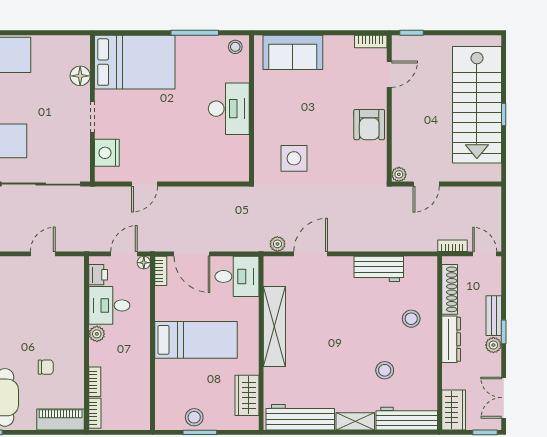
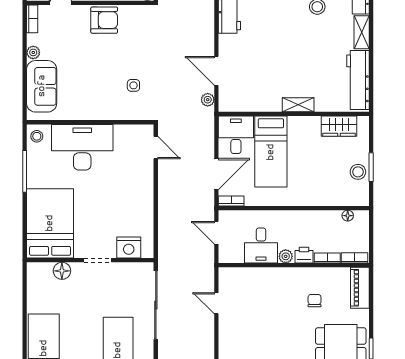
plant: (332, 43) -> (33, 52), added
desk: (229, 109) -> (82, 147), width x1.36, depth x1.30
side table: (294, 158) -> (133, 85), width x0.54, depth x0.54
door: (145, 184) -> (156, 148), moved
floor lamp: (144, 263) -> (348, 216), moved
printer: (98, 275) -> (304, 255), moved
shelving: (274, 326) -> (298, 105), width x0.45, depth x0.75
bed: (196, 340) -> (271, 152), moved, turned 180

